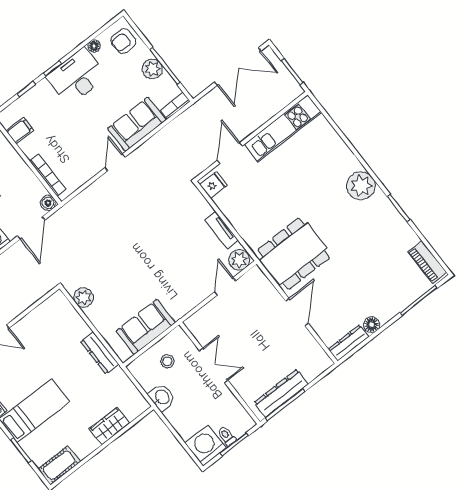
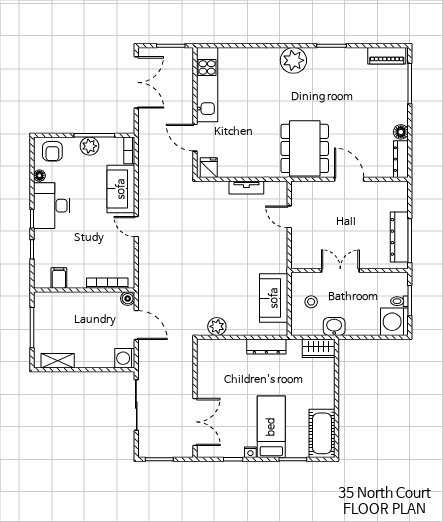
plant: (239, 260) -> (278, 192), removed
wardrobe: (110, 426) -> (319, 348), moved, turned -90
cot: (59, 465) -> (322, 433), width x1.37, depth x1.34

